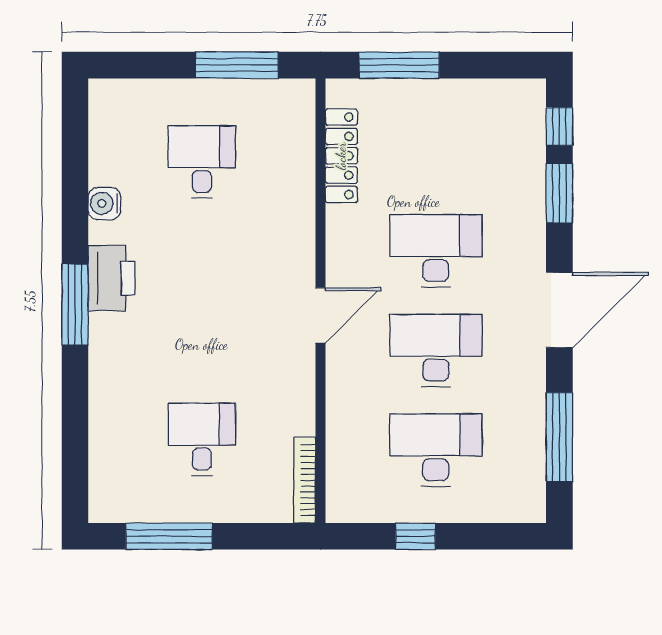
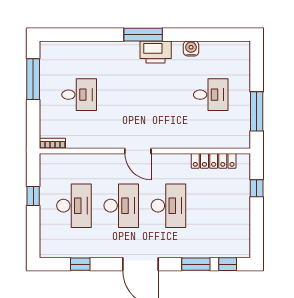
window: (399, 65) -> (257, 188), width x0.46
window: (559, 437) -> (80, 264), width x0.46
bookcase: (305, 480) -> (52, 143), width x0.64

